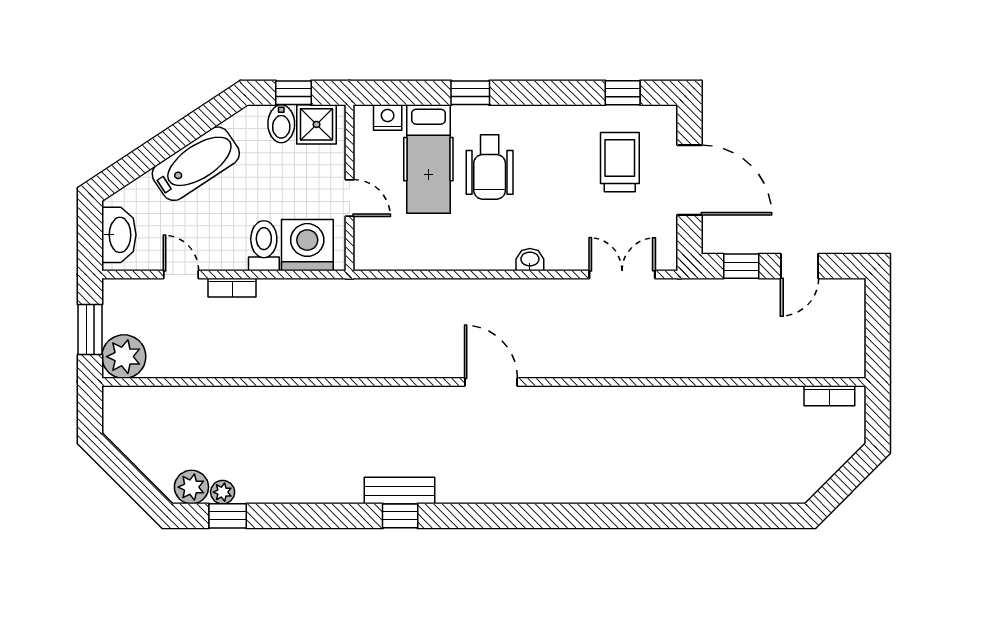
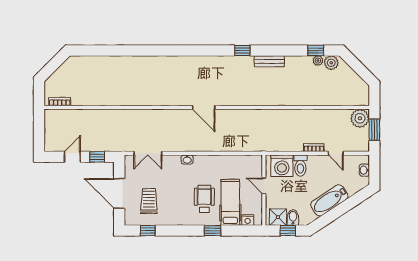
trolley: (620, 162) -> (149, 201), turned 180
washbasin: (119, 235) -> (364, 170), width x0.52, depth x0.69
bench: (399, 491) -> (269, 61), moved

